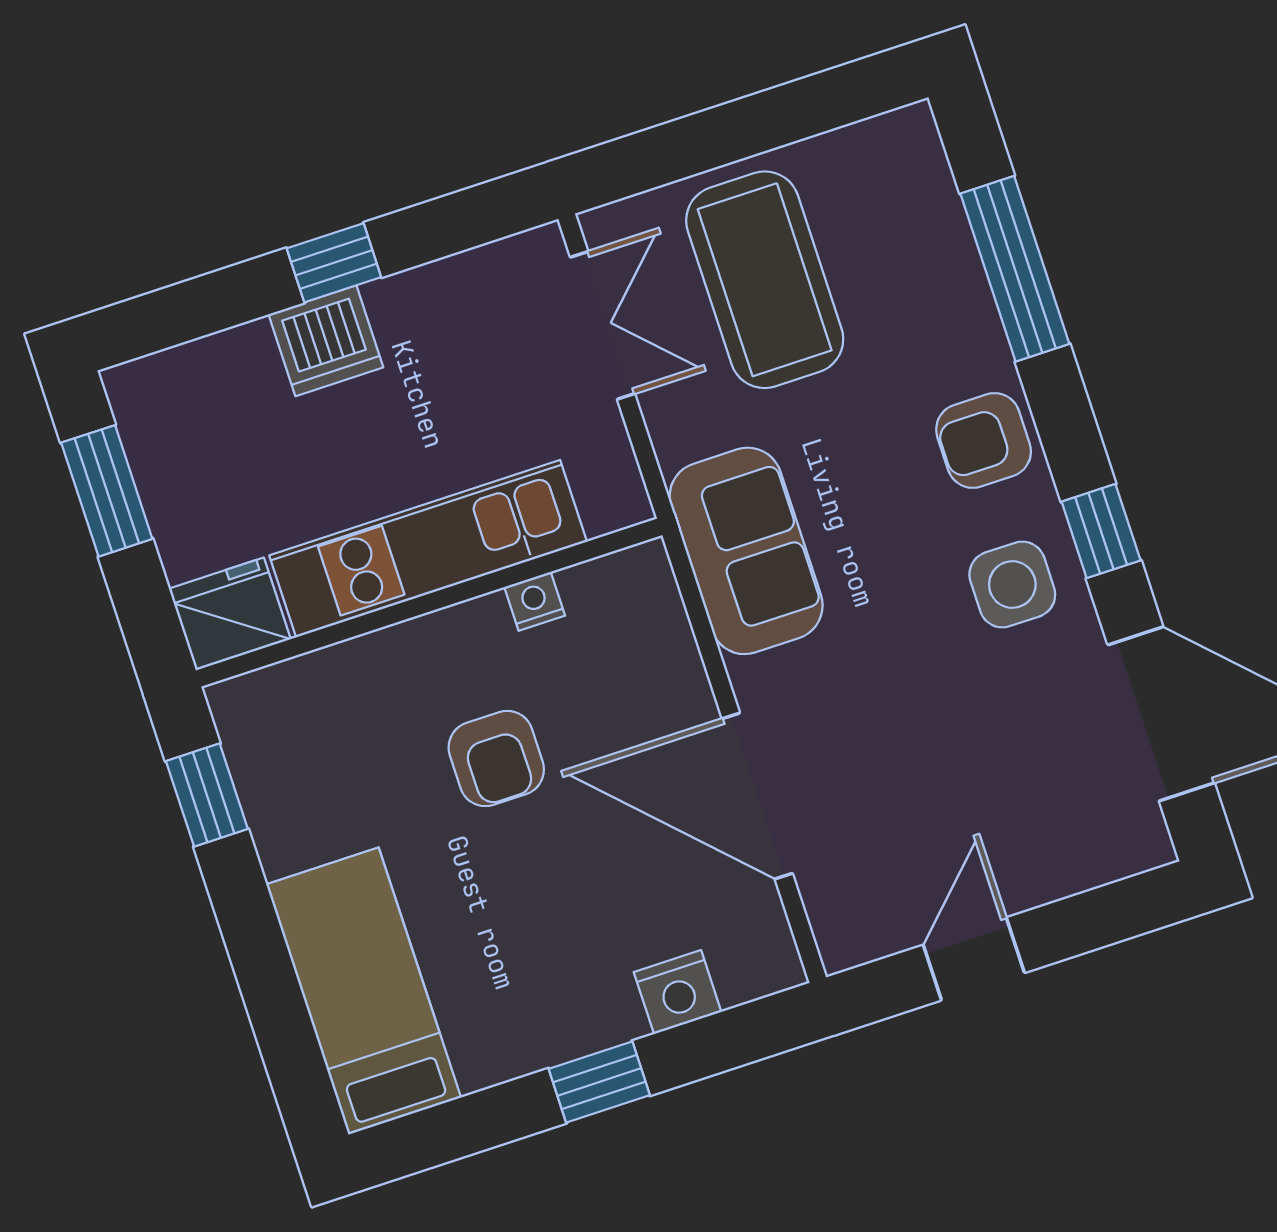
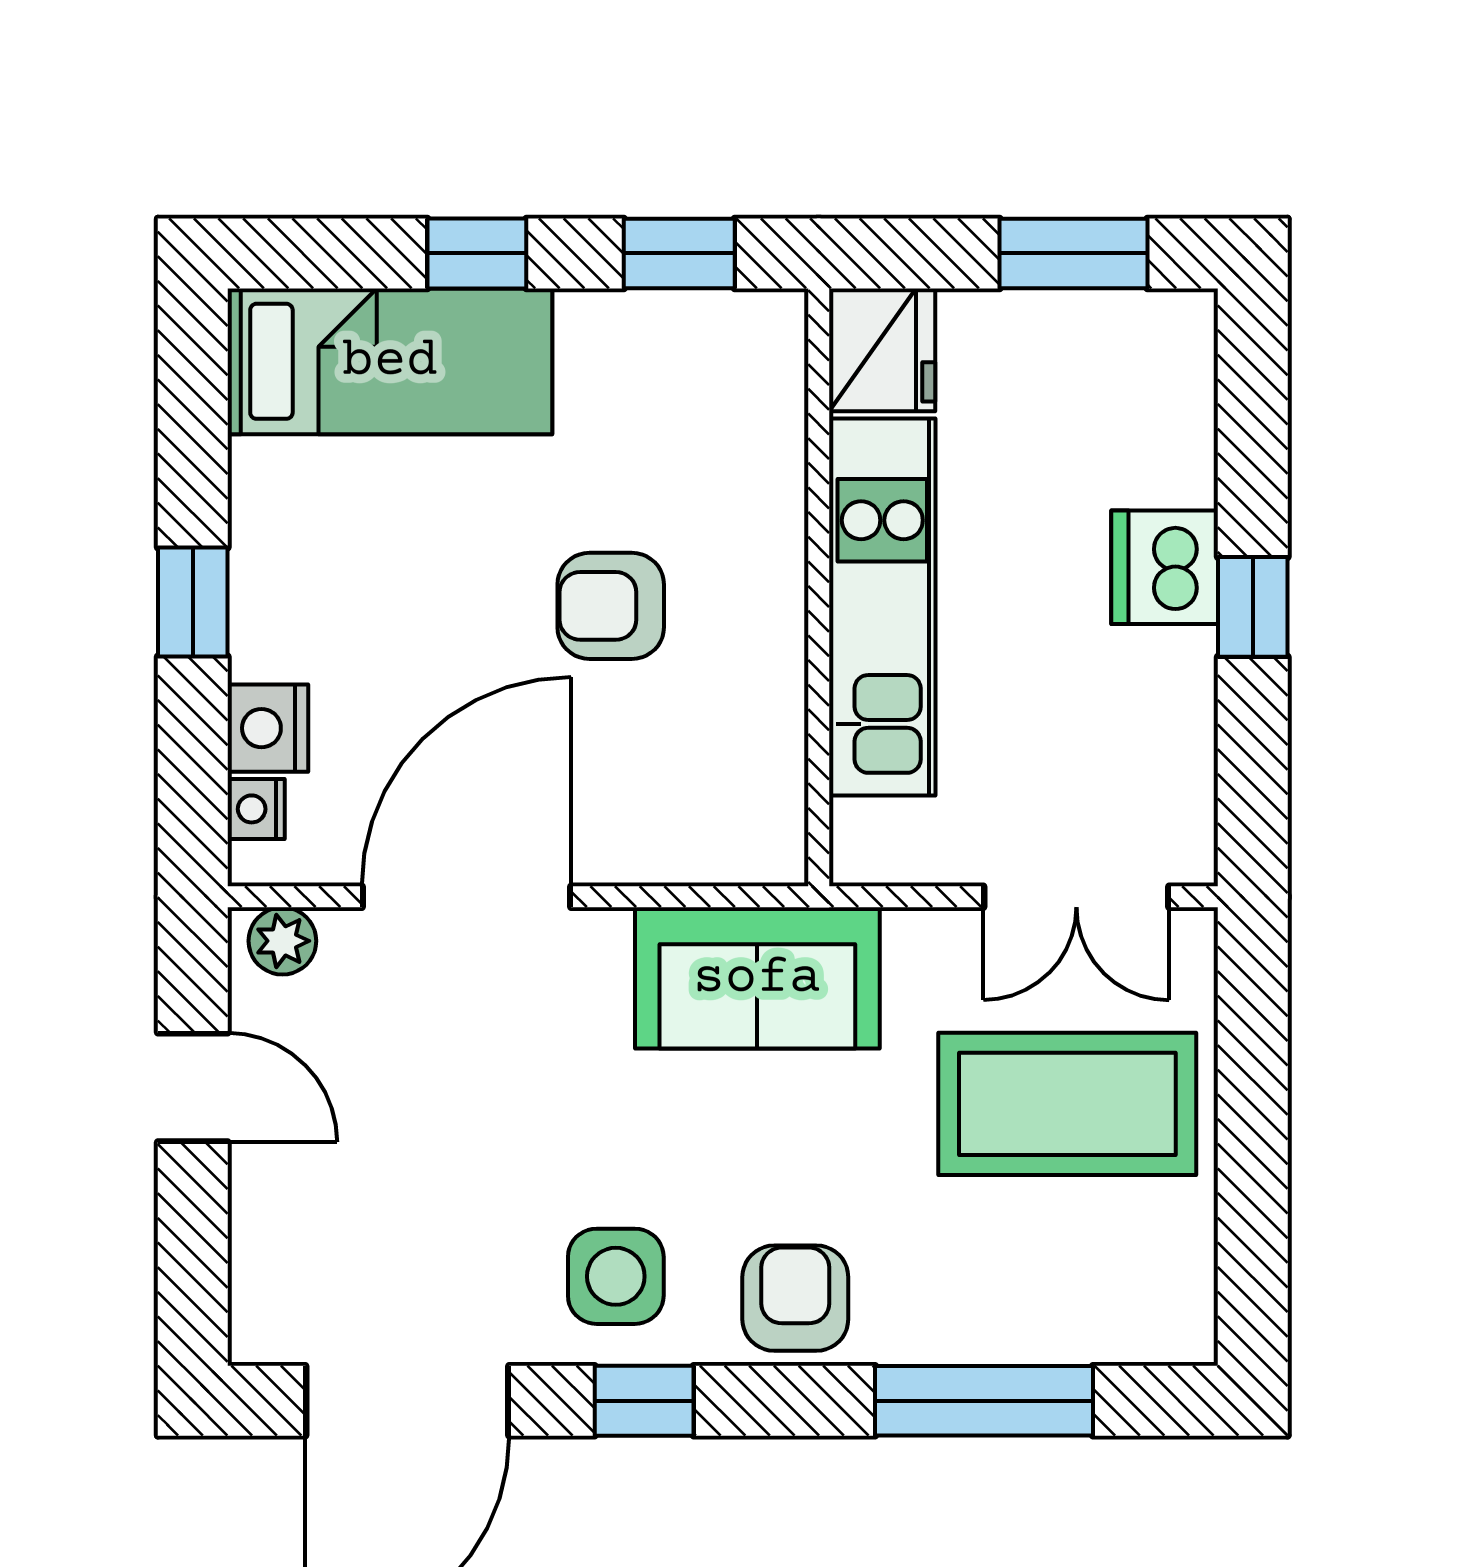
nightstand: (535, 601) -> (256, 809), moved, turned 180
plant: (838, 927) -> (282, 941), added
window: (258, 951) -> (477, 253), added

